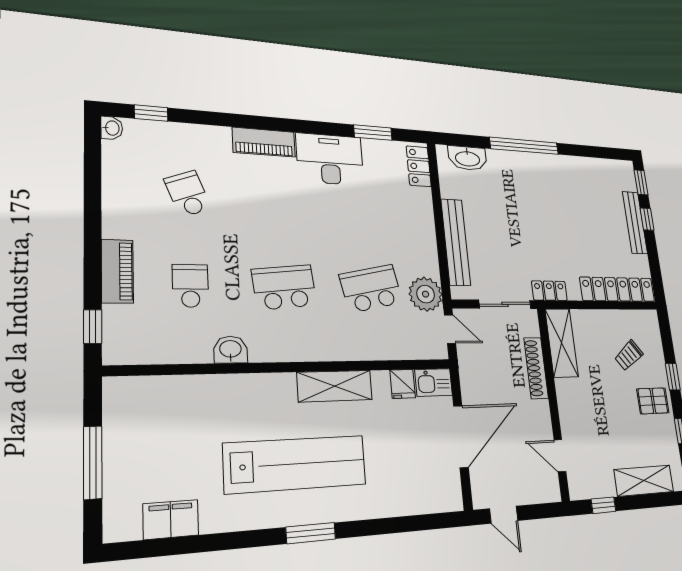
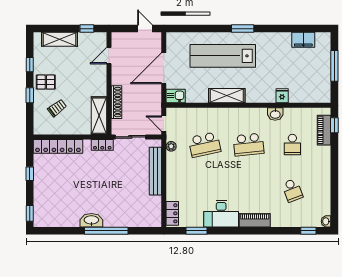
washbasin: (467, 158) -> (91, 220), moved
window: (647, 219) -> (30, 174), moved
bench: (635, 223) -> (39, 187), removed
piano: (117, 271) -> (324, 130), moved
plant: (426, 294) -> (171, 146), width x0.53, depth x0.53
fridge: (403, 384) -> (282, 96), moved
door: (560, 456) -> (109, 56), swing flipped
lab bench: (296, 464) -> (223, 56), moved

